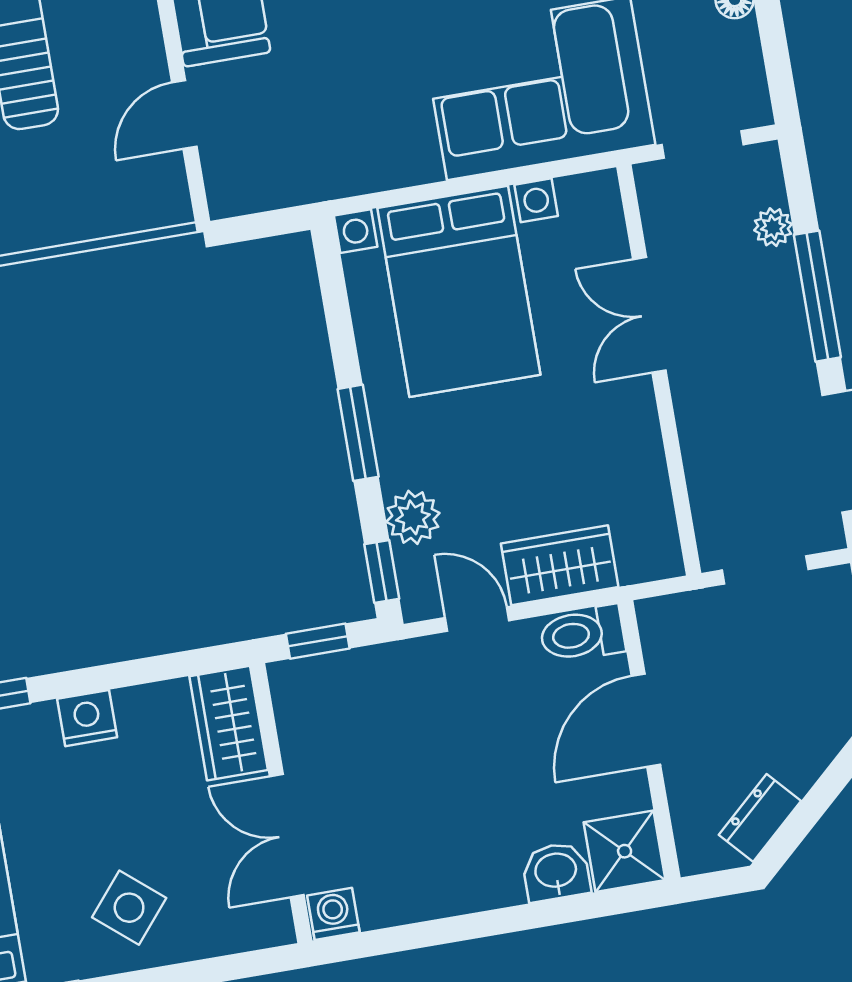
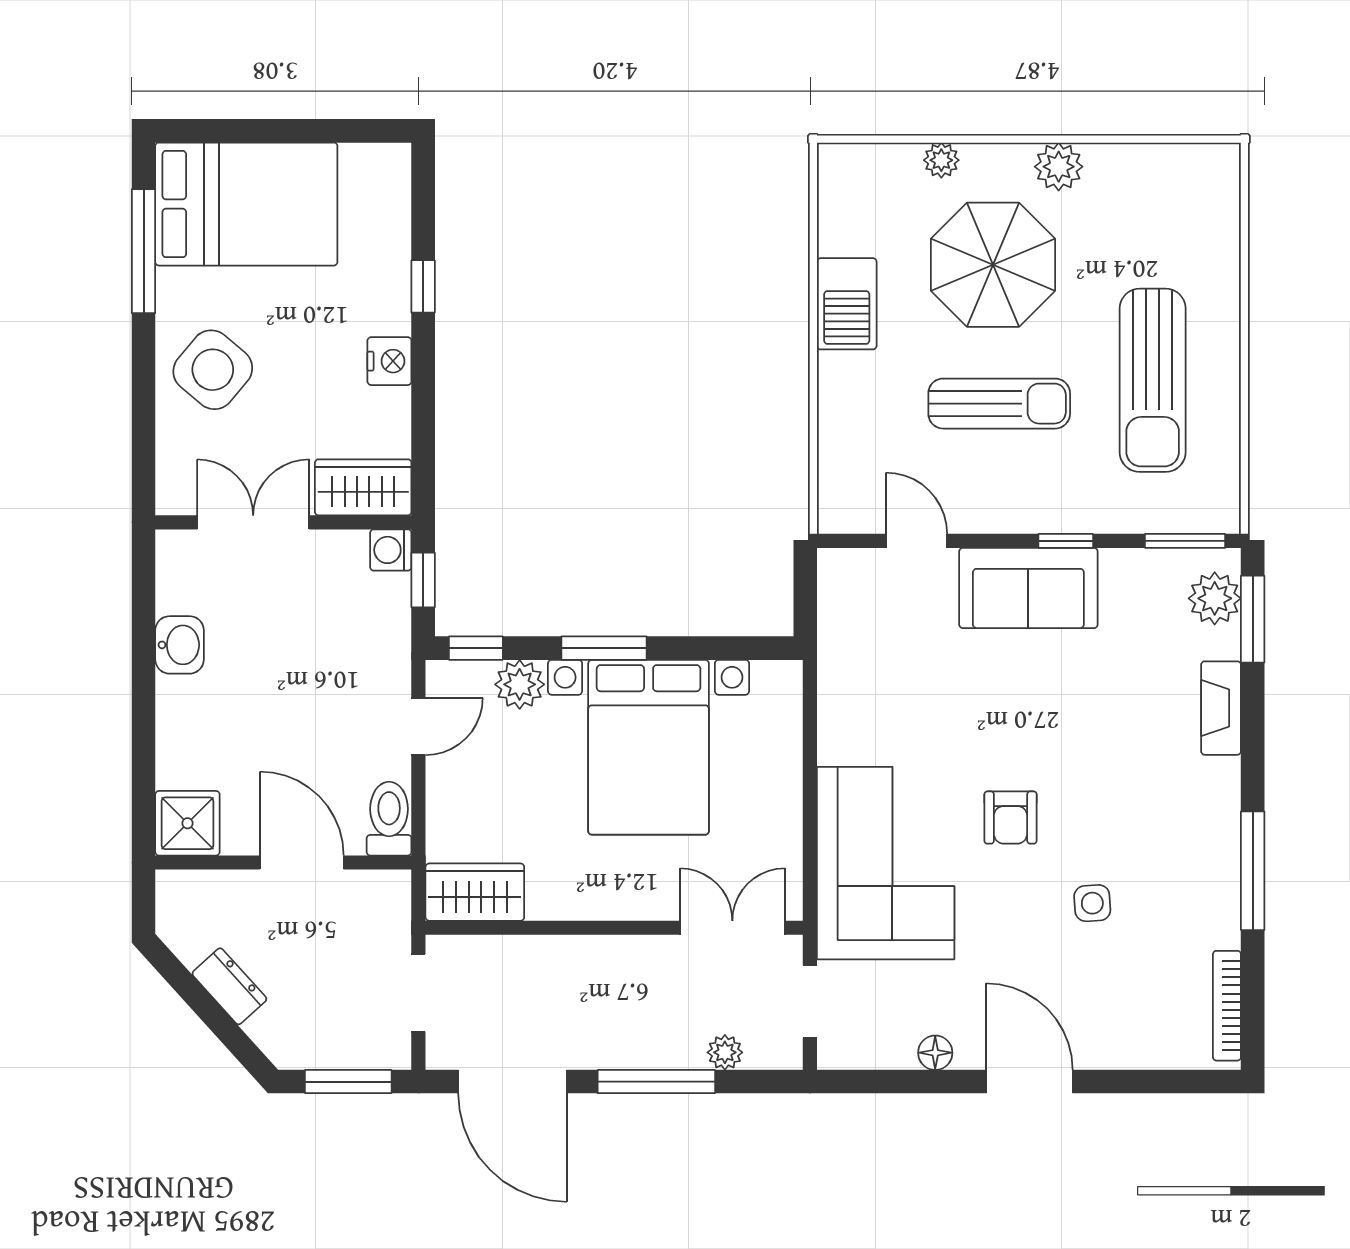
bed with nightstands: (459, 291) -> (649, 747), moved, turned -90
double door: (649, 315) -> (732, 928), moved
wardrobe: (560, 565) -> (475, 892), moved, turned -90
dresser: (760, 818) -> (229, 986), moved
washbasin: (556, 872) -> (180, 645), moved
side table: (129, 908) -> (213, 370), width x1.37, depth x1.37
washing machine: (333, 914) -> (391, 550), moved, turned 180

